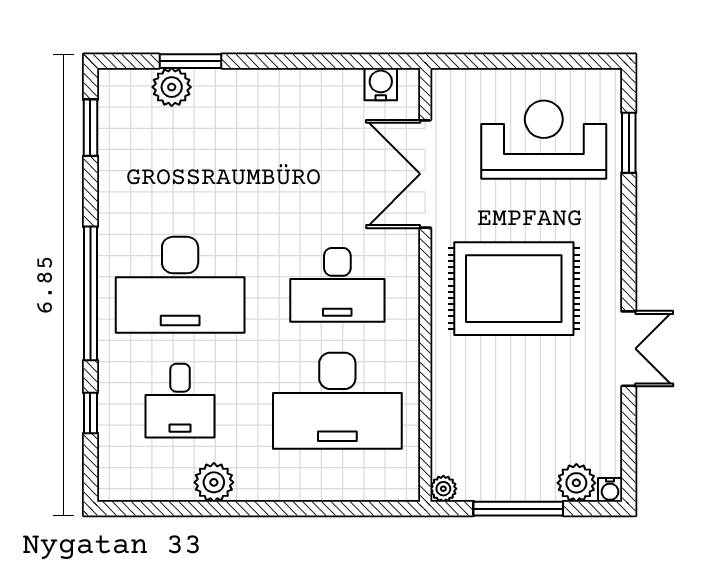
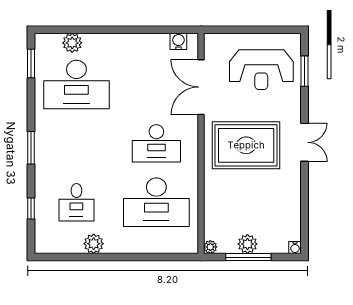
window: (191, 61) -> (82, 30), removed
reception desk: (544, 140) -> (261, 70), turned 180
desk: (180, 285) -> (76, 84), moved
window: (90, 293) -> (31, 148), width x0.47
double door: (629, 349) -> (304, 142), moved
plant: (576, 483) -> (247, 244), moved

